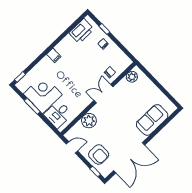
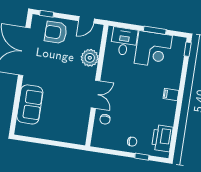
plant: (132, 77) -> (81, 131), removed

